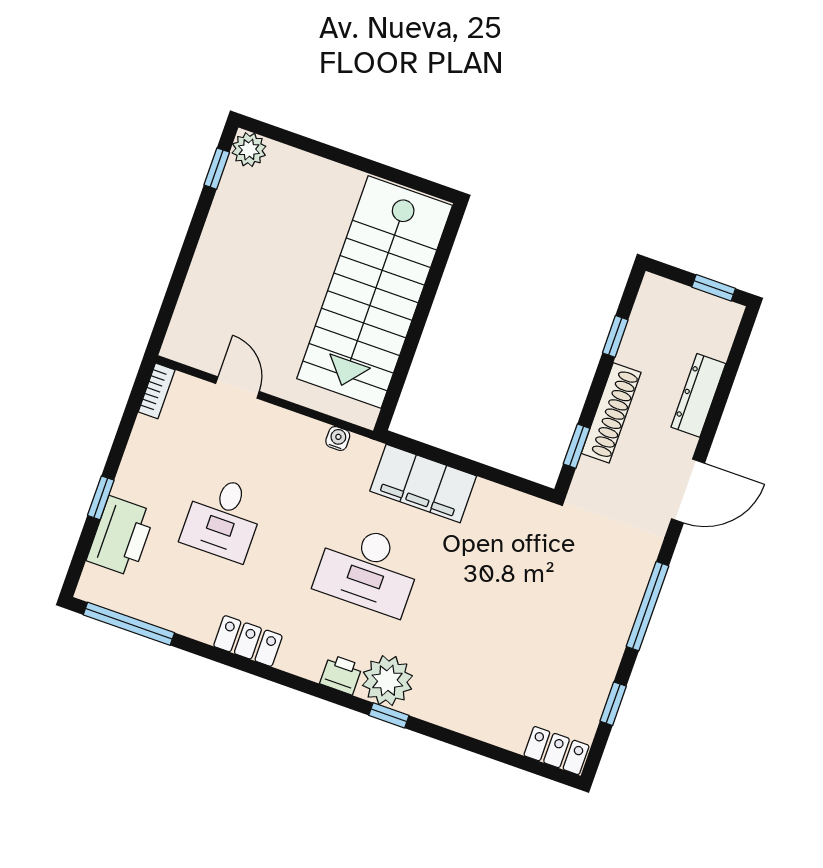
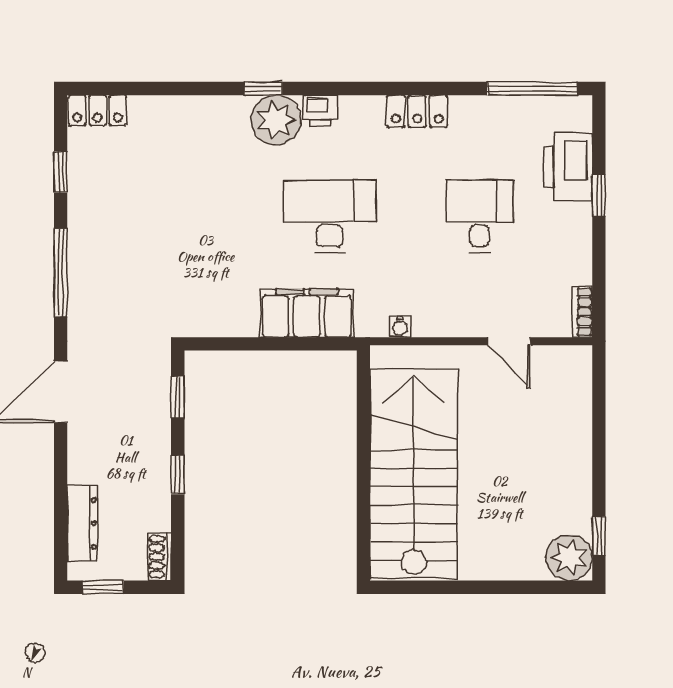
plant: (249, 150) -> (569, 558), width x1.36, depth x1.36
window: (615, 336) -> (178, 475), moved
dresser: (698, 395) -> (82, 524), moved
shoe rack: (611, 413) -> (159, 557), moved, width x0.51, depth x0.81

